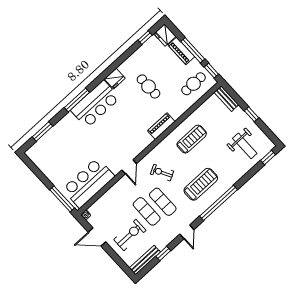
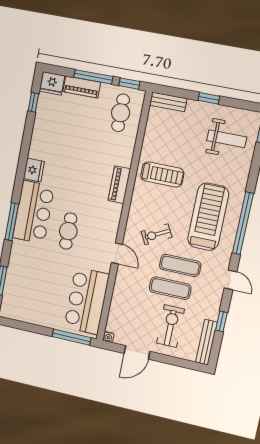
cafe table: (149, 86) -> (68, 231), moved, turned 90
treadmill: (192, 139) -> (162, 175), turned 90
treadmill: (201, 184) -> (208, 217), width x1.37, depth x1.38

